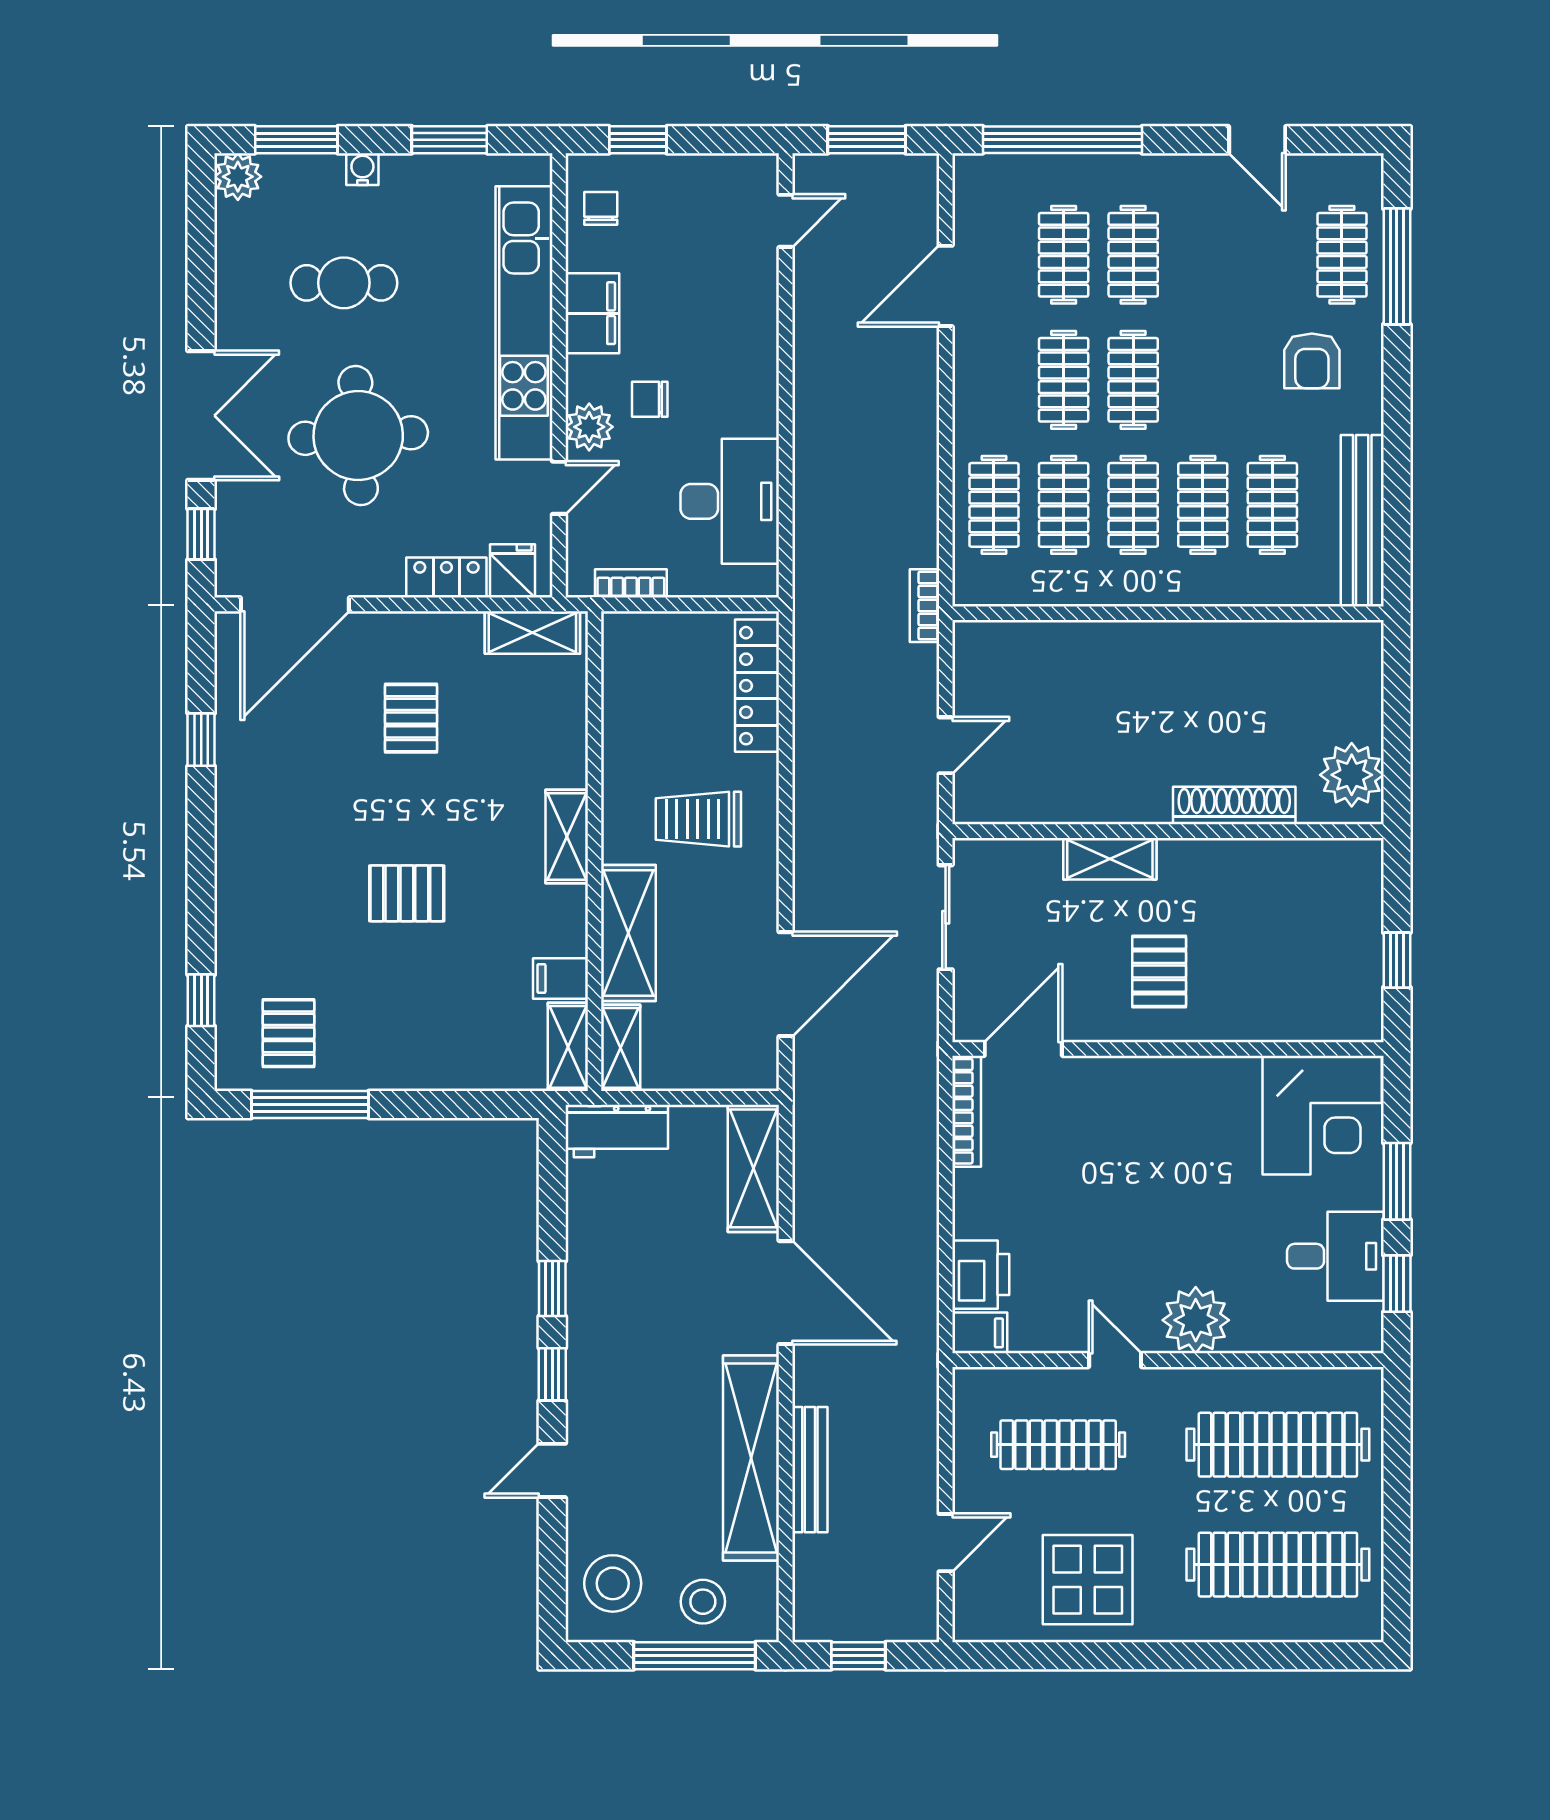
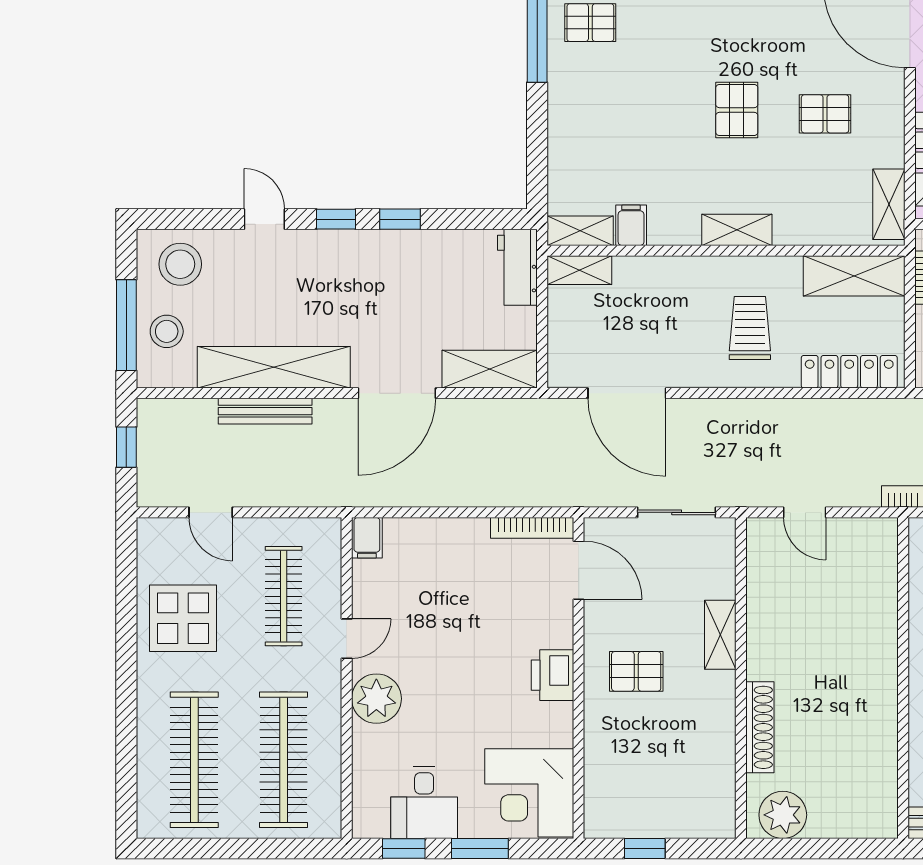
pallet: (407, 893) -> (737, 110), moved
shelving: (628, 933) -> (854, 276), moved
printer: (981, 1275) -> (552, 675), moved, turned 90

